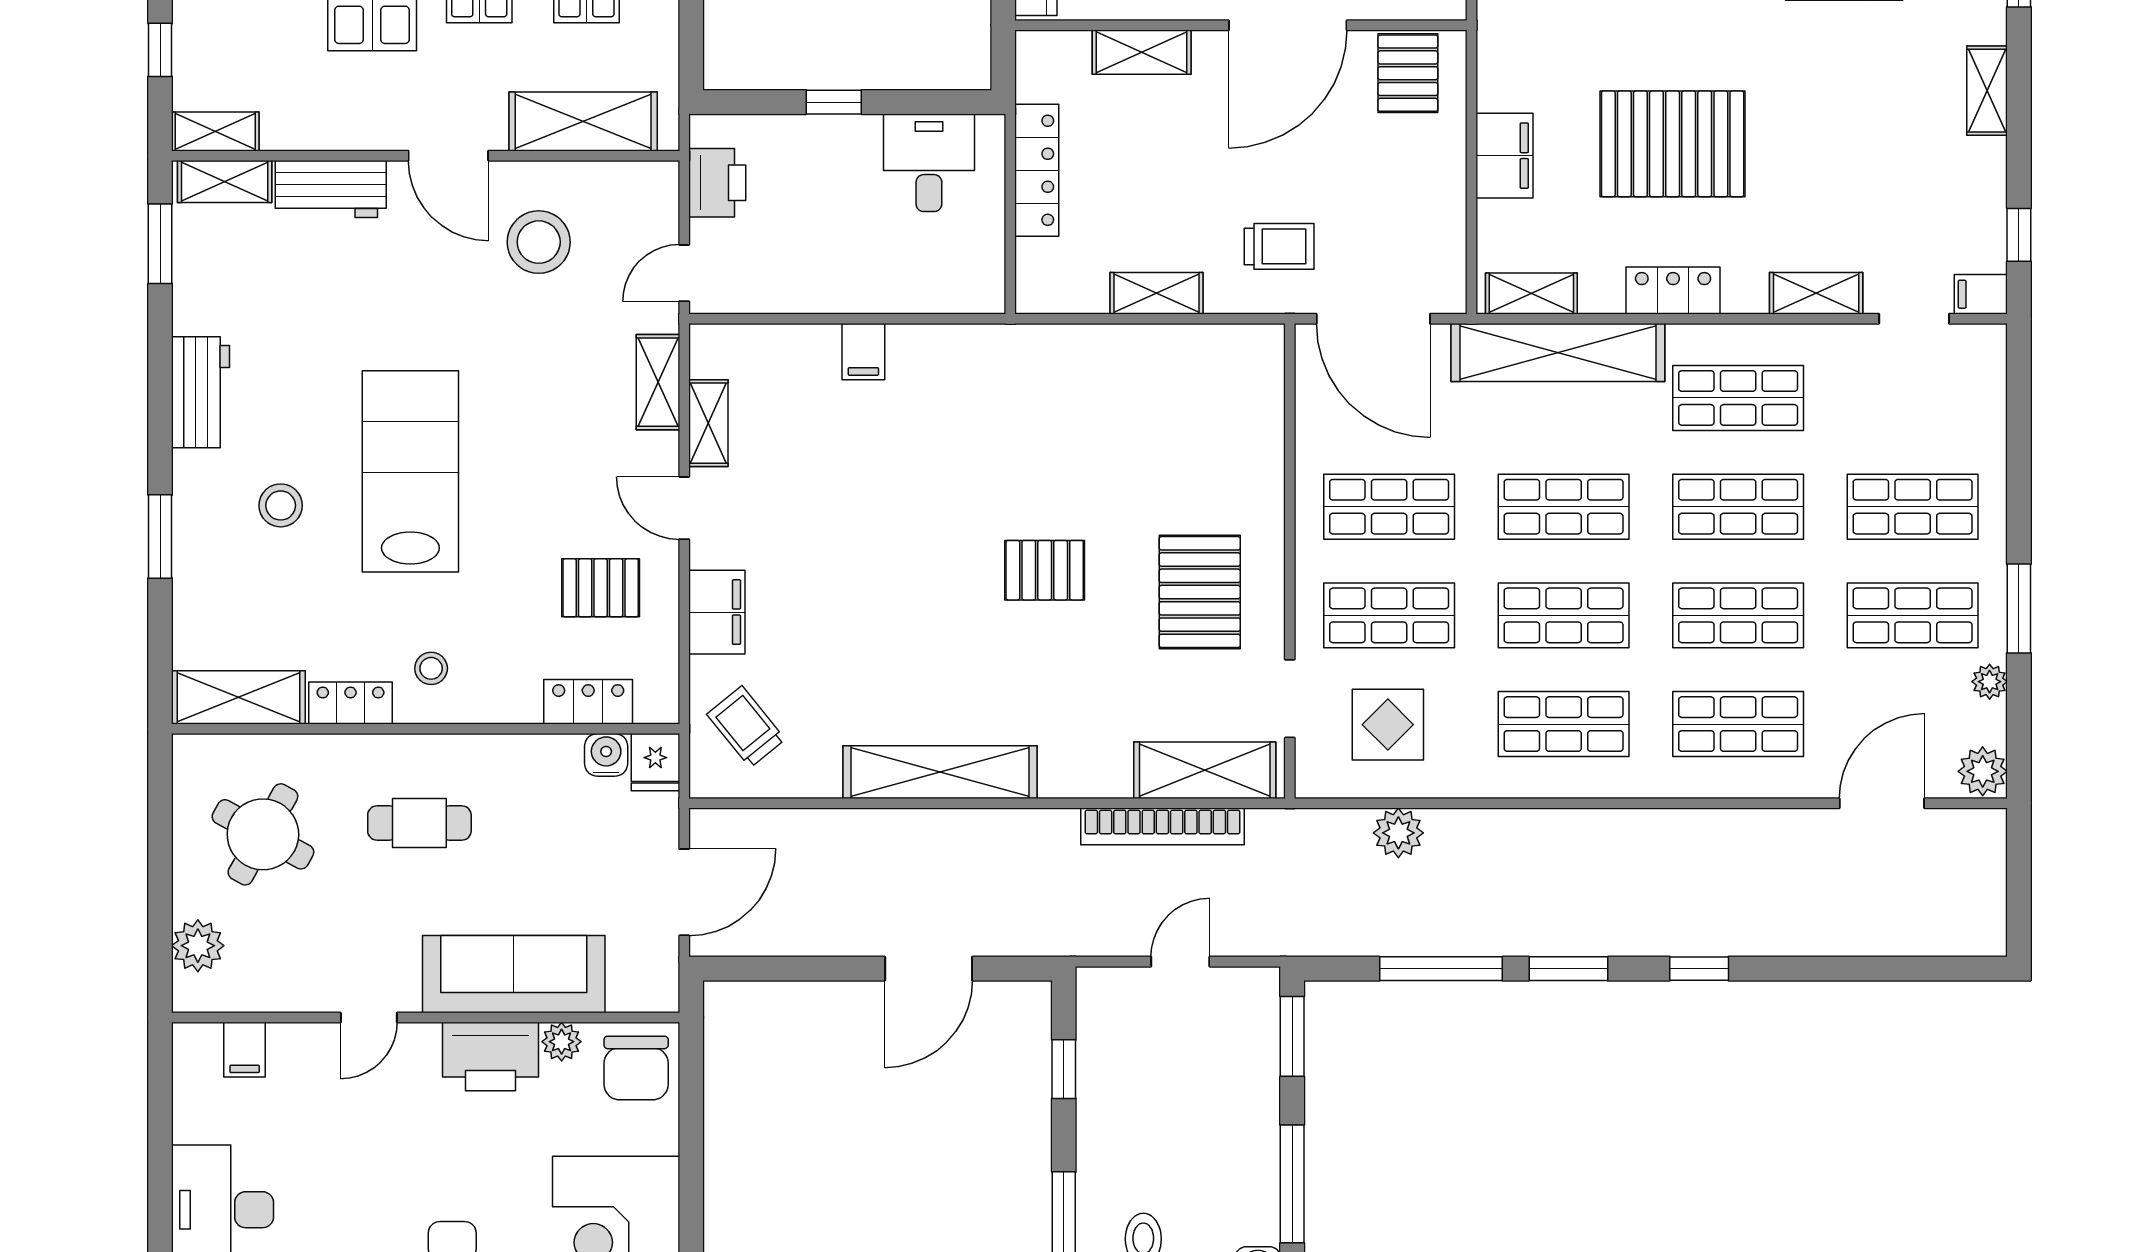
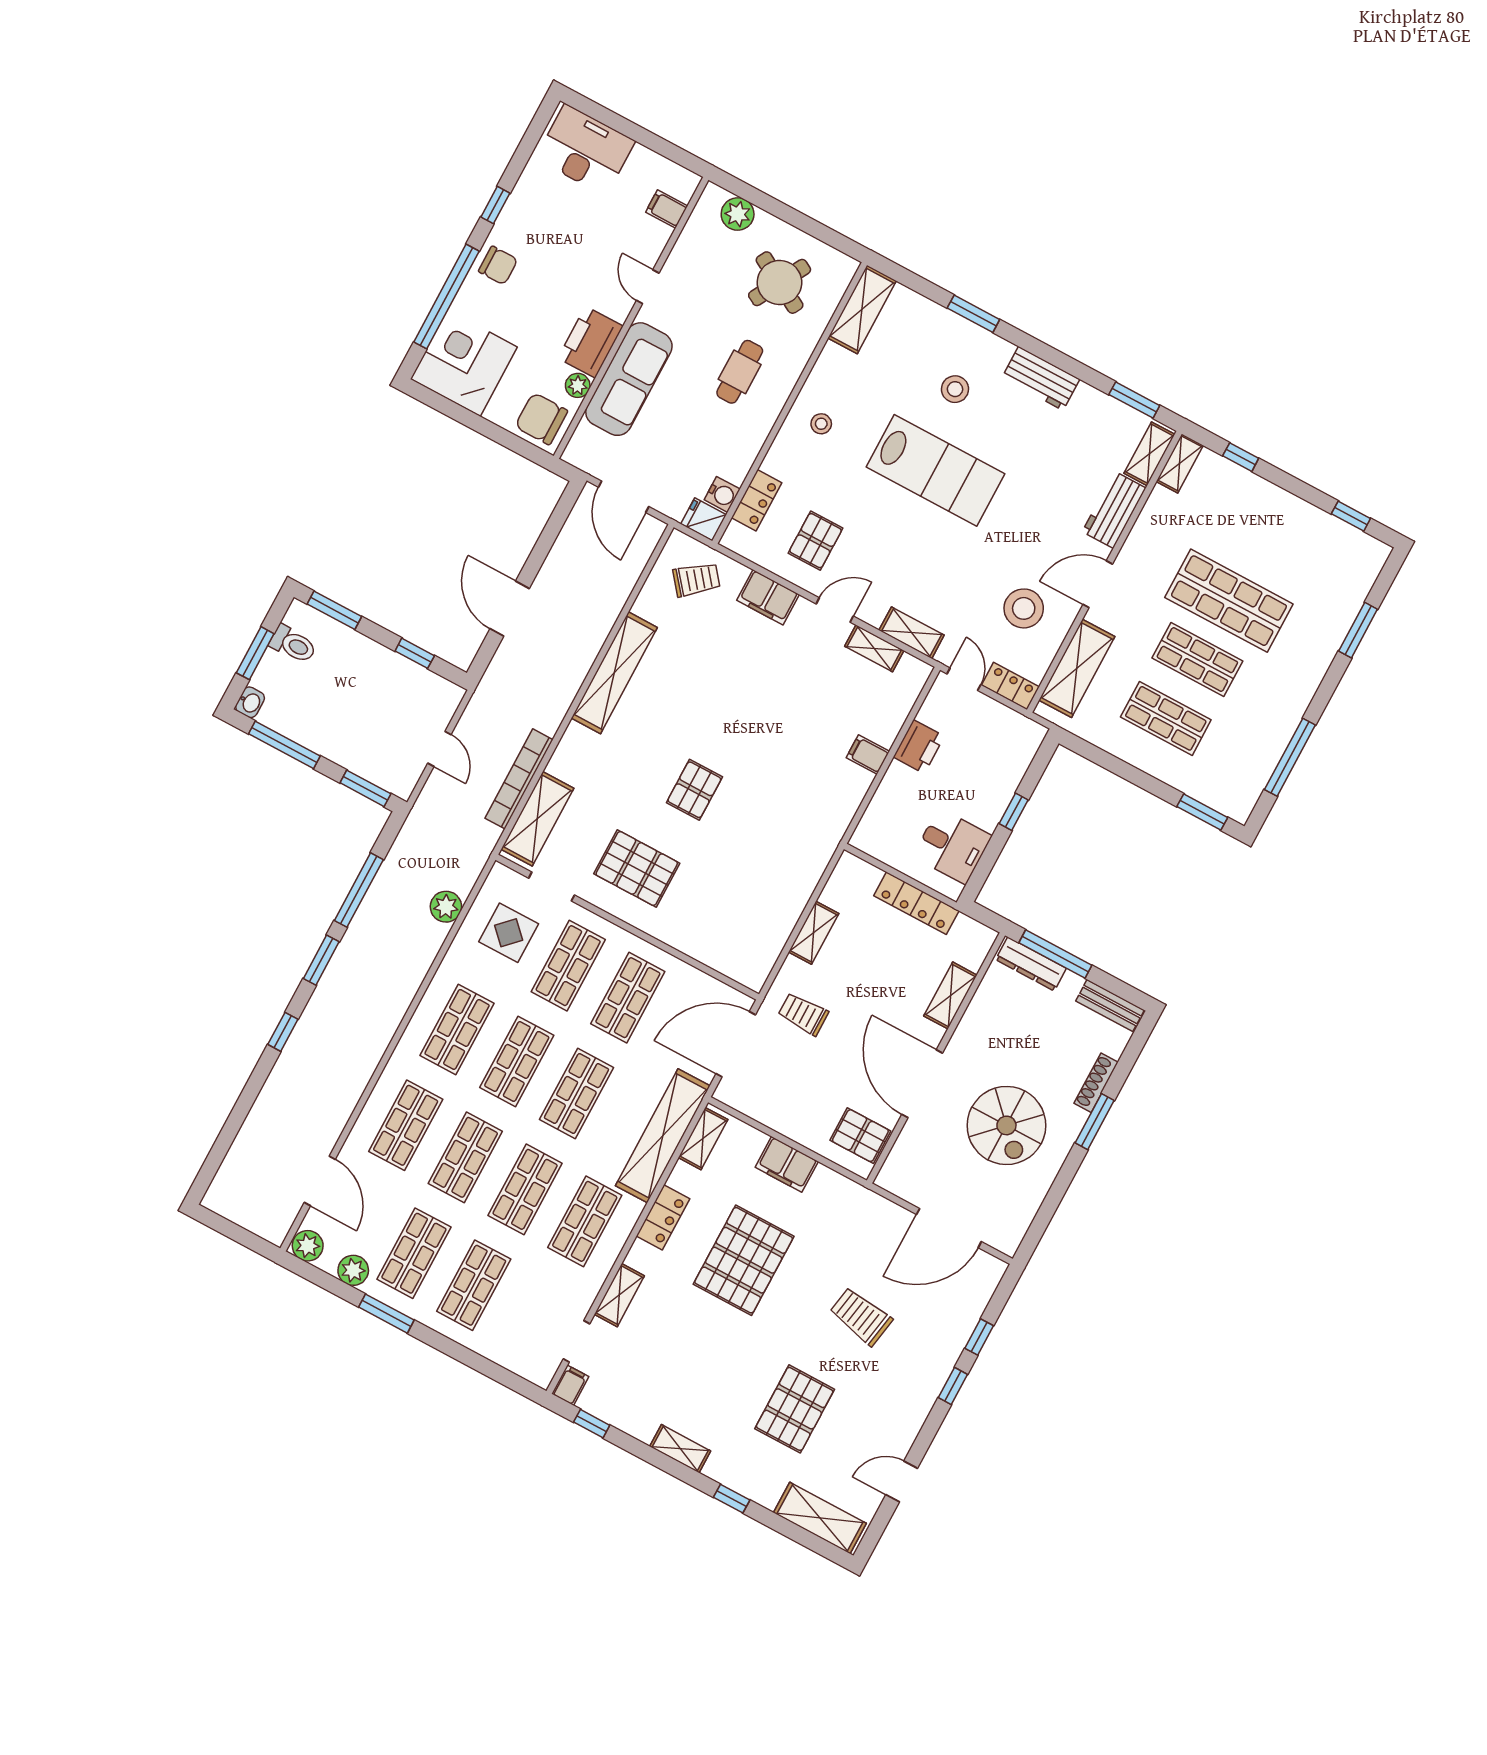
printer: (717, 183) -> (919, 747), moved, turned -90
trolley: (1279, 246) -> (803, 1014), turned 90
plant: (1990, 682) -> (353, 1270), width x1.38, depth x1.38
locker: (351, 703) -> (1010, 686), moved, turned -90

